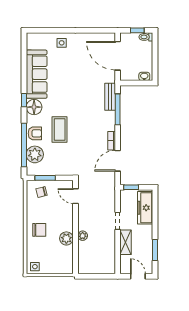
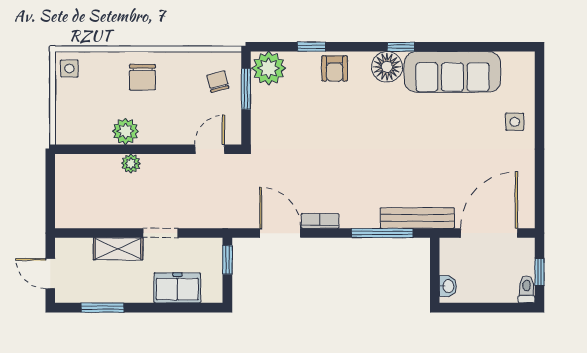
bench: (110, 97) -> (417, 218), width x1.36
coffee table: (60, 129) -> (342, 118), removed
window: (24, 145) -> (312, 47), width x0.32
plant: (35, 154) -> (269, 68), moved
freezer: (145, 208) -> (177, 288), width x0.71
door: (138, 276) -> (50, 273), swing flipped

